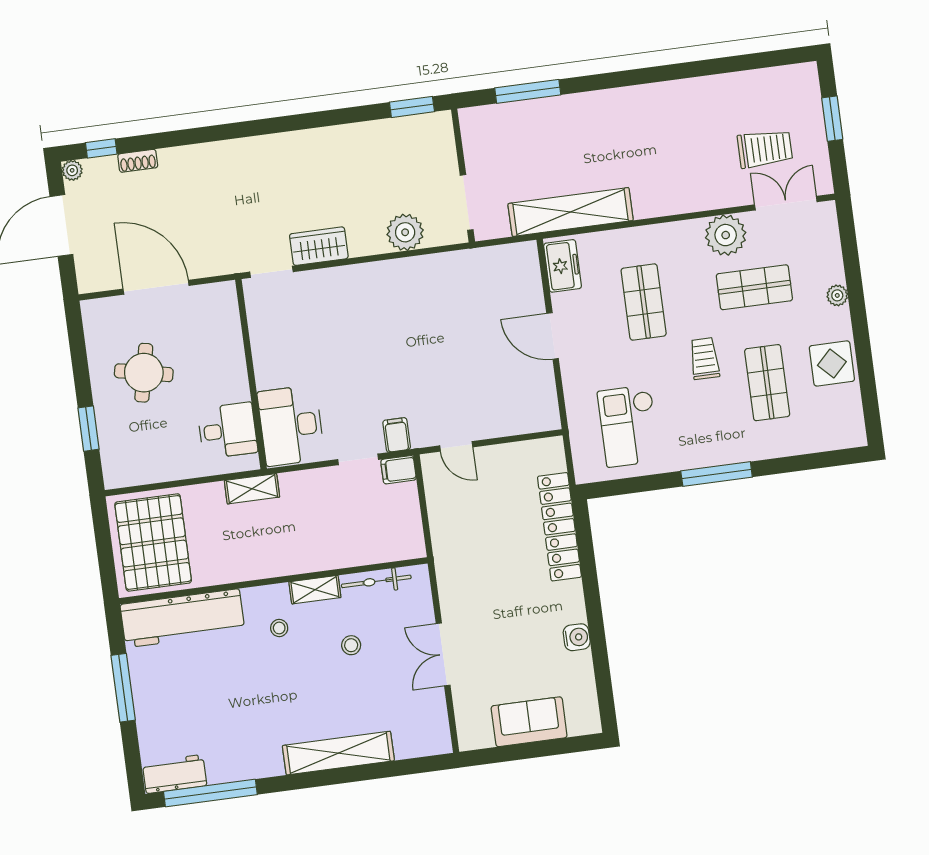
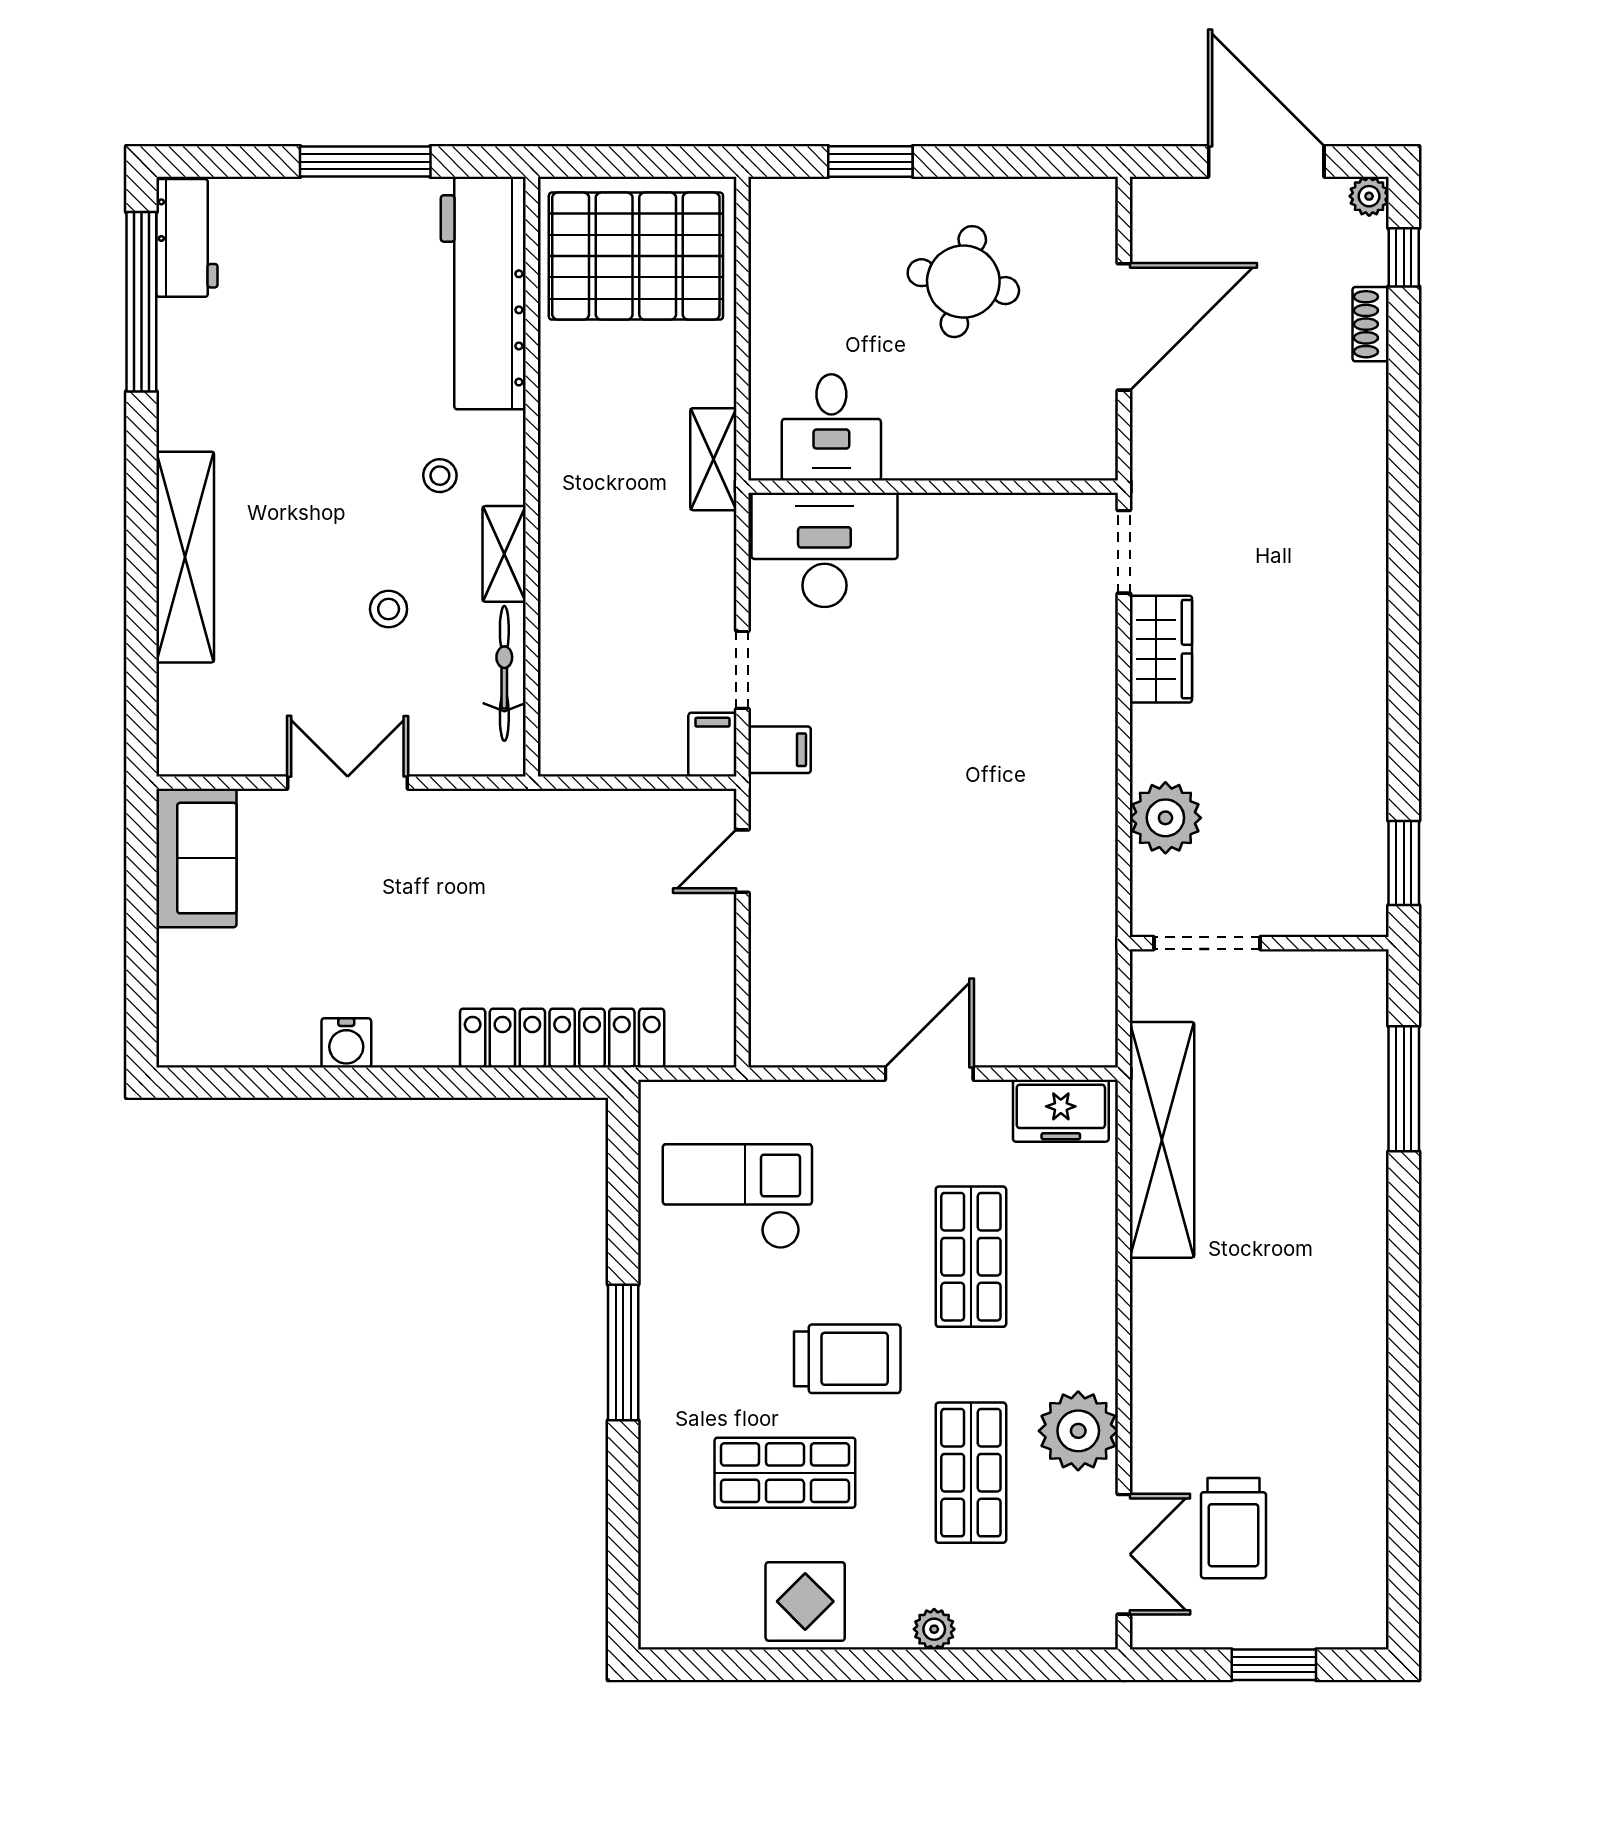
shop shelf: (644, 302) -> (971, 1257), turned 90
trolley: (704, 359) -> (847, 1359), width x1.36, depth x1.39
sofa: (529, 722) -> (196, 858), moved

